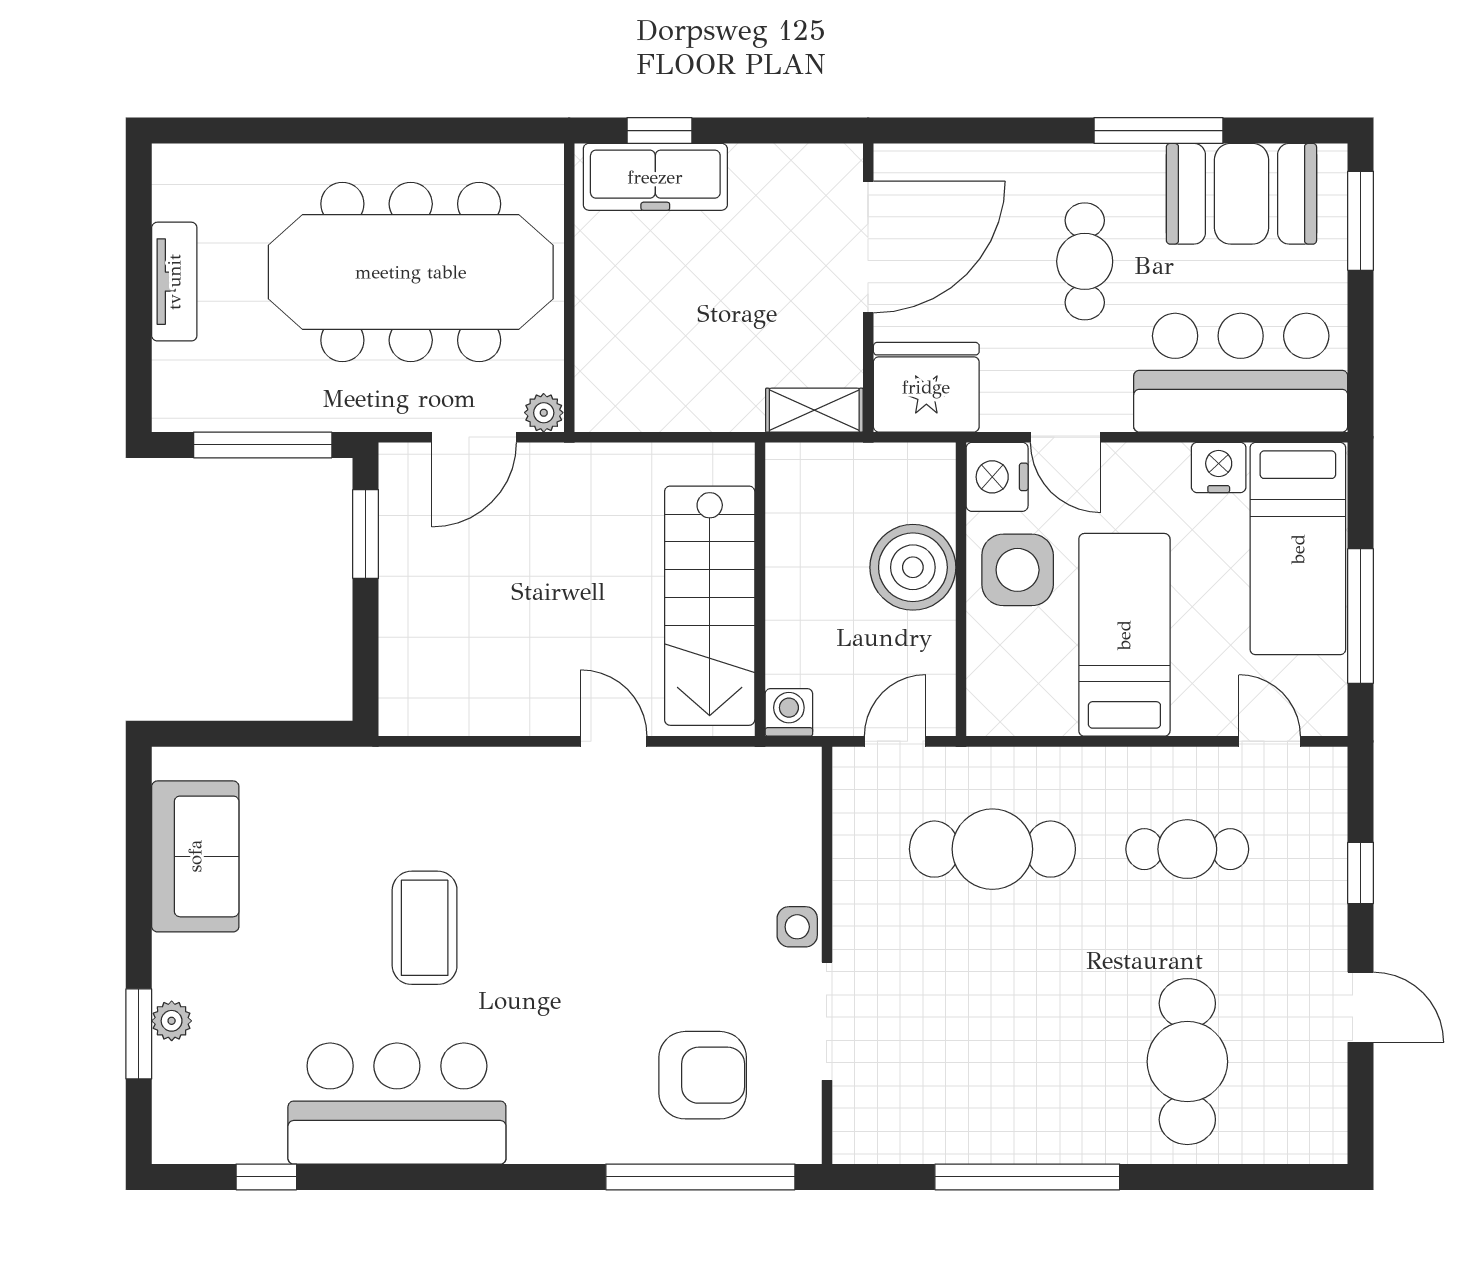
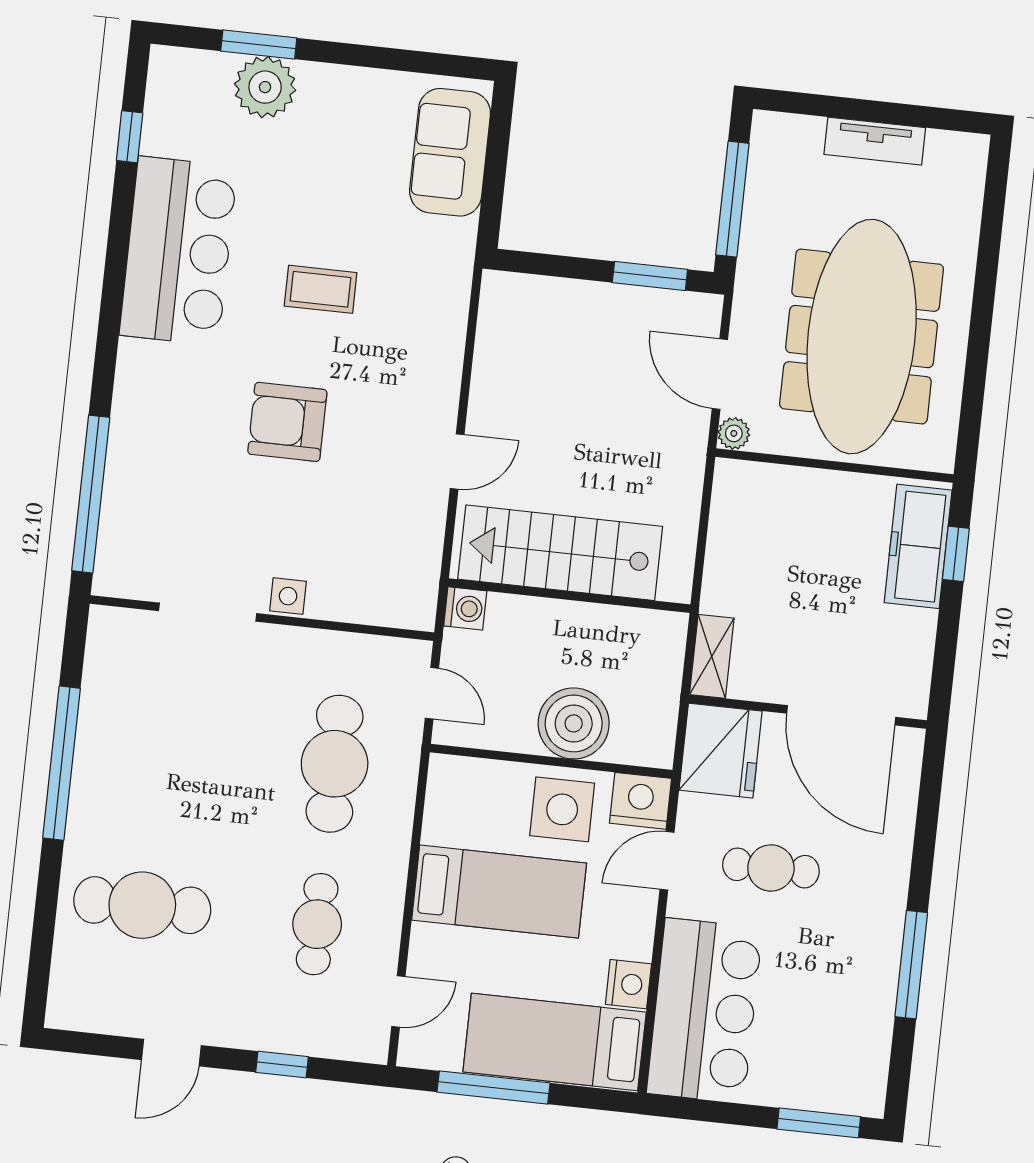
booth: (1241, 194) -> (852, 1027), removed
cafe table: (1085, 261) -> (771, 868), moved
sofa: (195, 856) -> (450, 152), moved, turned 90
coffee table: (425, 928) -> (321, 289), width x0.73, depth x0.77
plant: (172, 1021) -> (265, 87), width x1.87, depth x1.87
armchair: (703, 1075) -> (287, 422), moved, turned 90

